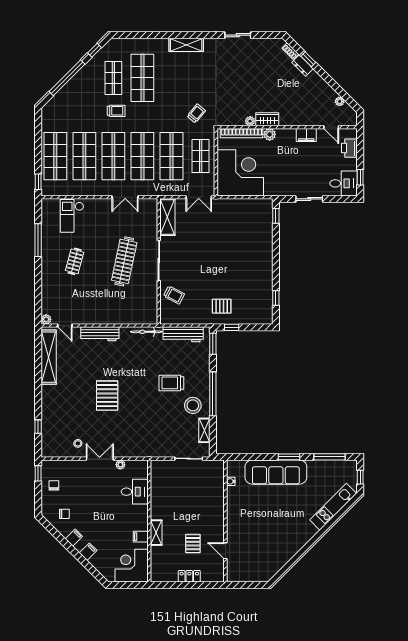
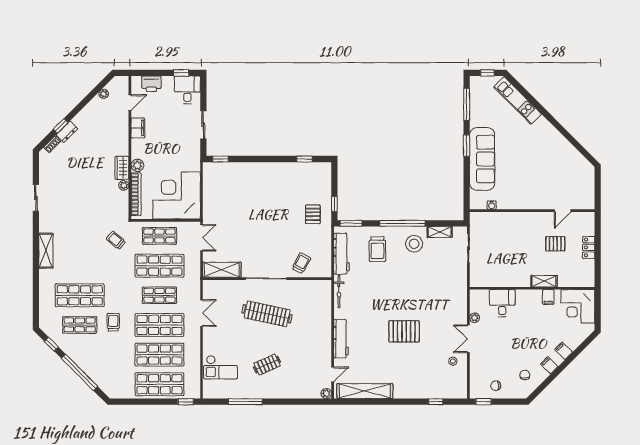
shop shelf: (142, 156) -> (159, 295), width x0.70, depth x0.74
clothes rail: (75, 261) -> (267, 365), turned -39
trolley: (171, 383) -> (377, 249), moved

